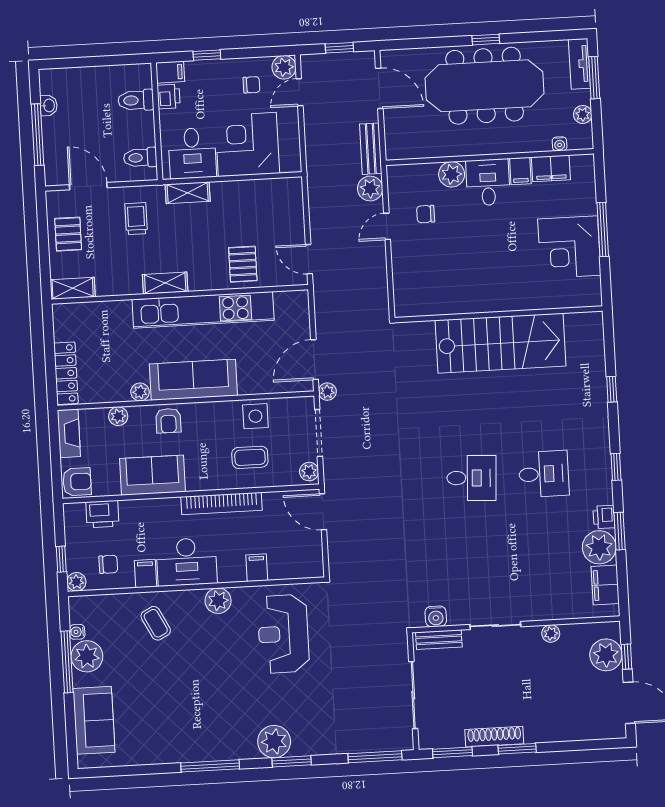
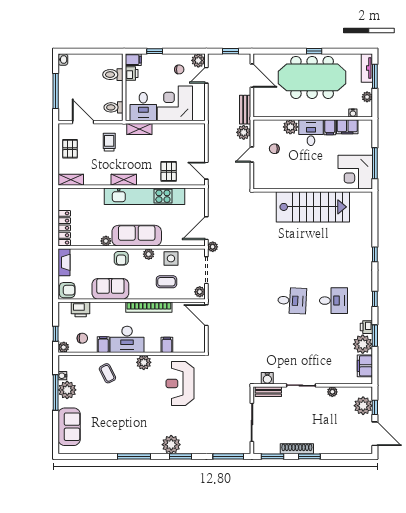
washbasin: (49, 105) -> (63, 60), moved
wall: (499, 314) -> (313, 190), moved
stairs: (501, 343) -> (313, 207), moved
plant: (118, 416) -> (149, 254), moved

